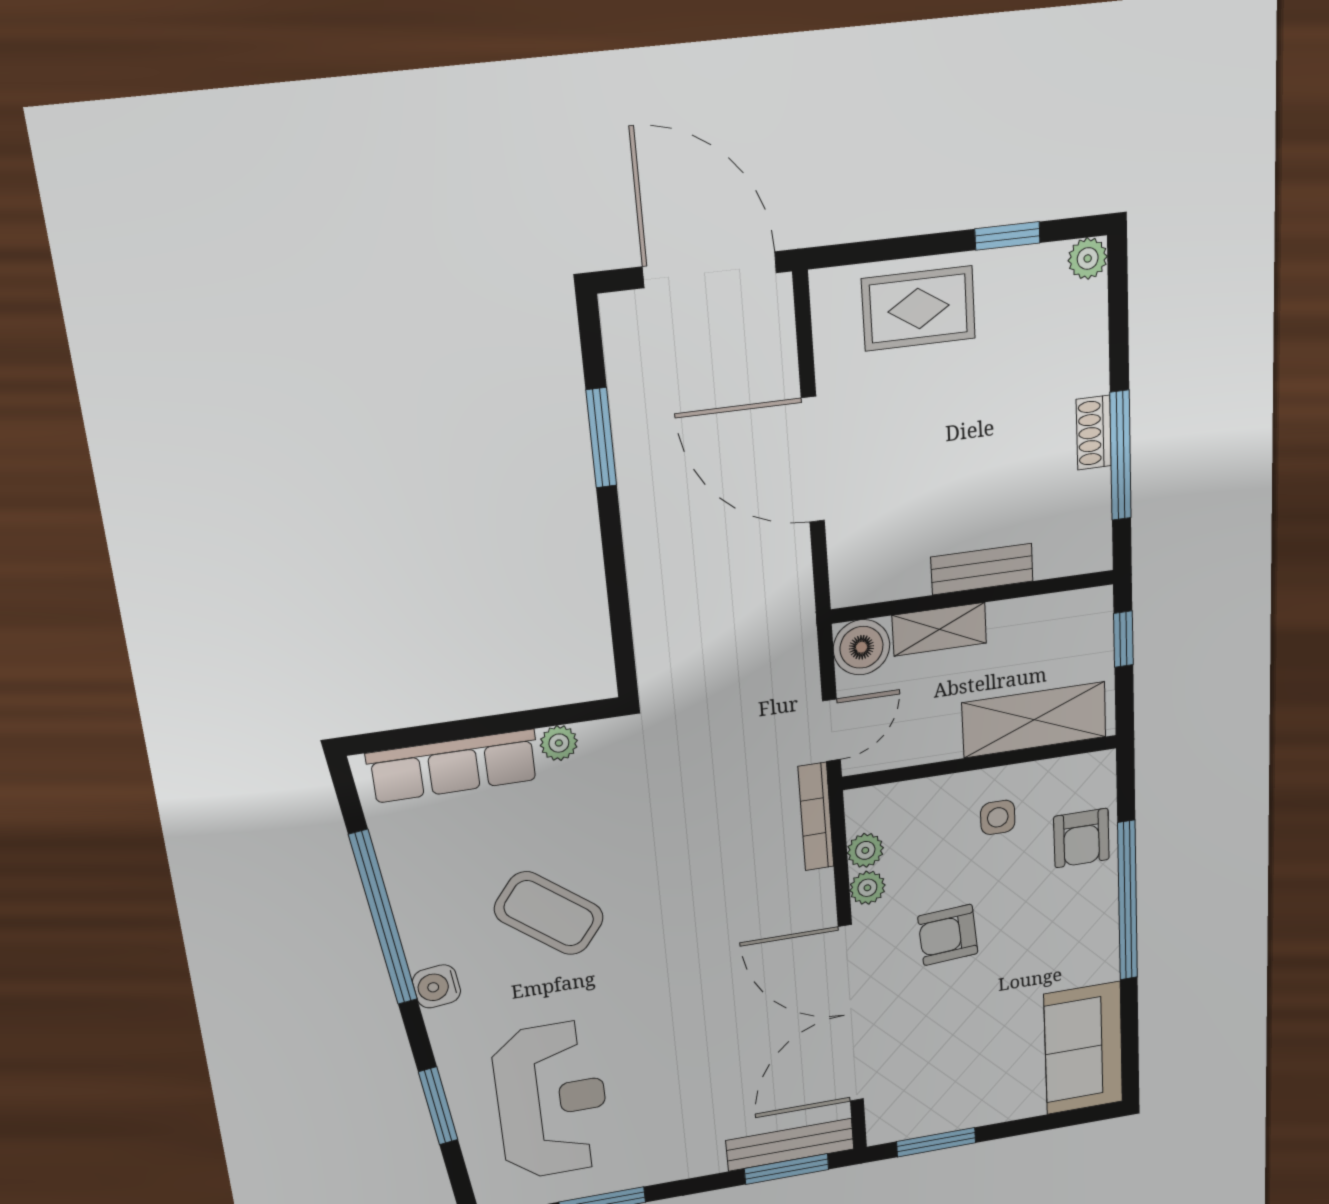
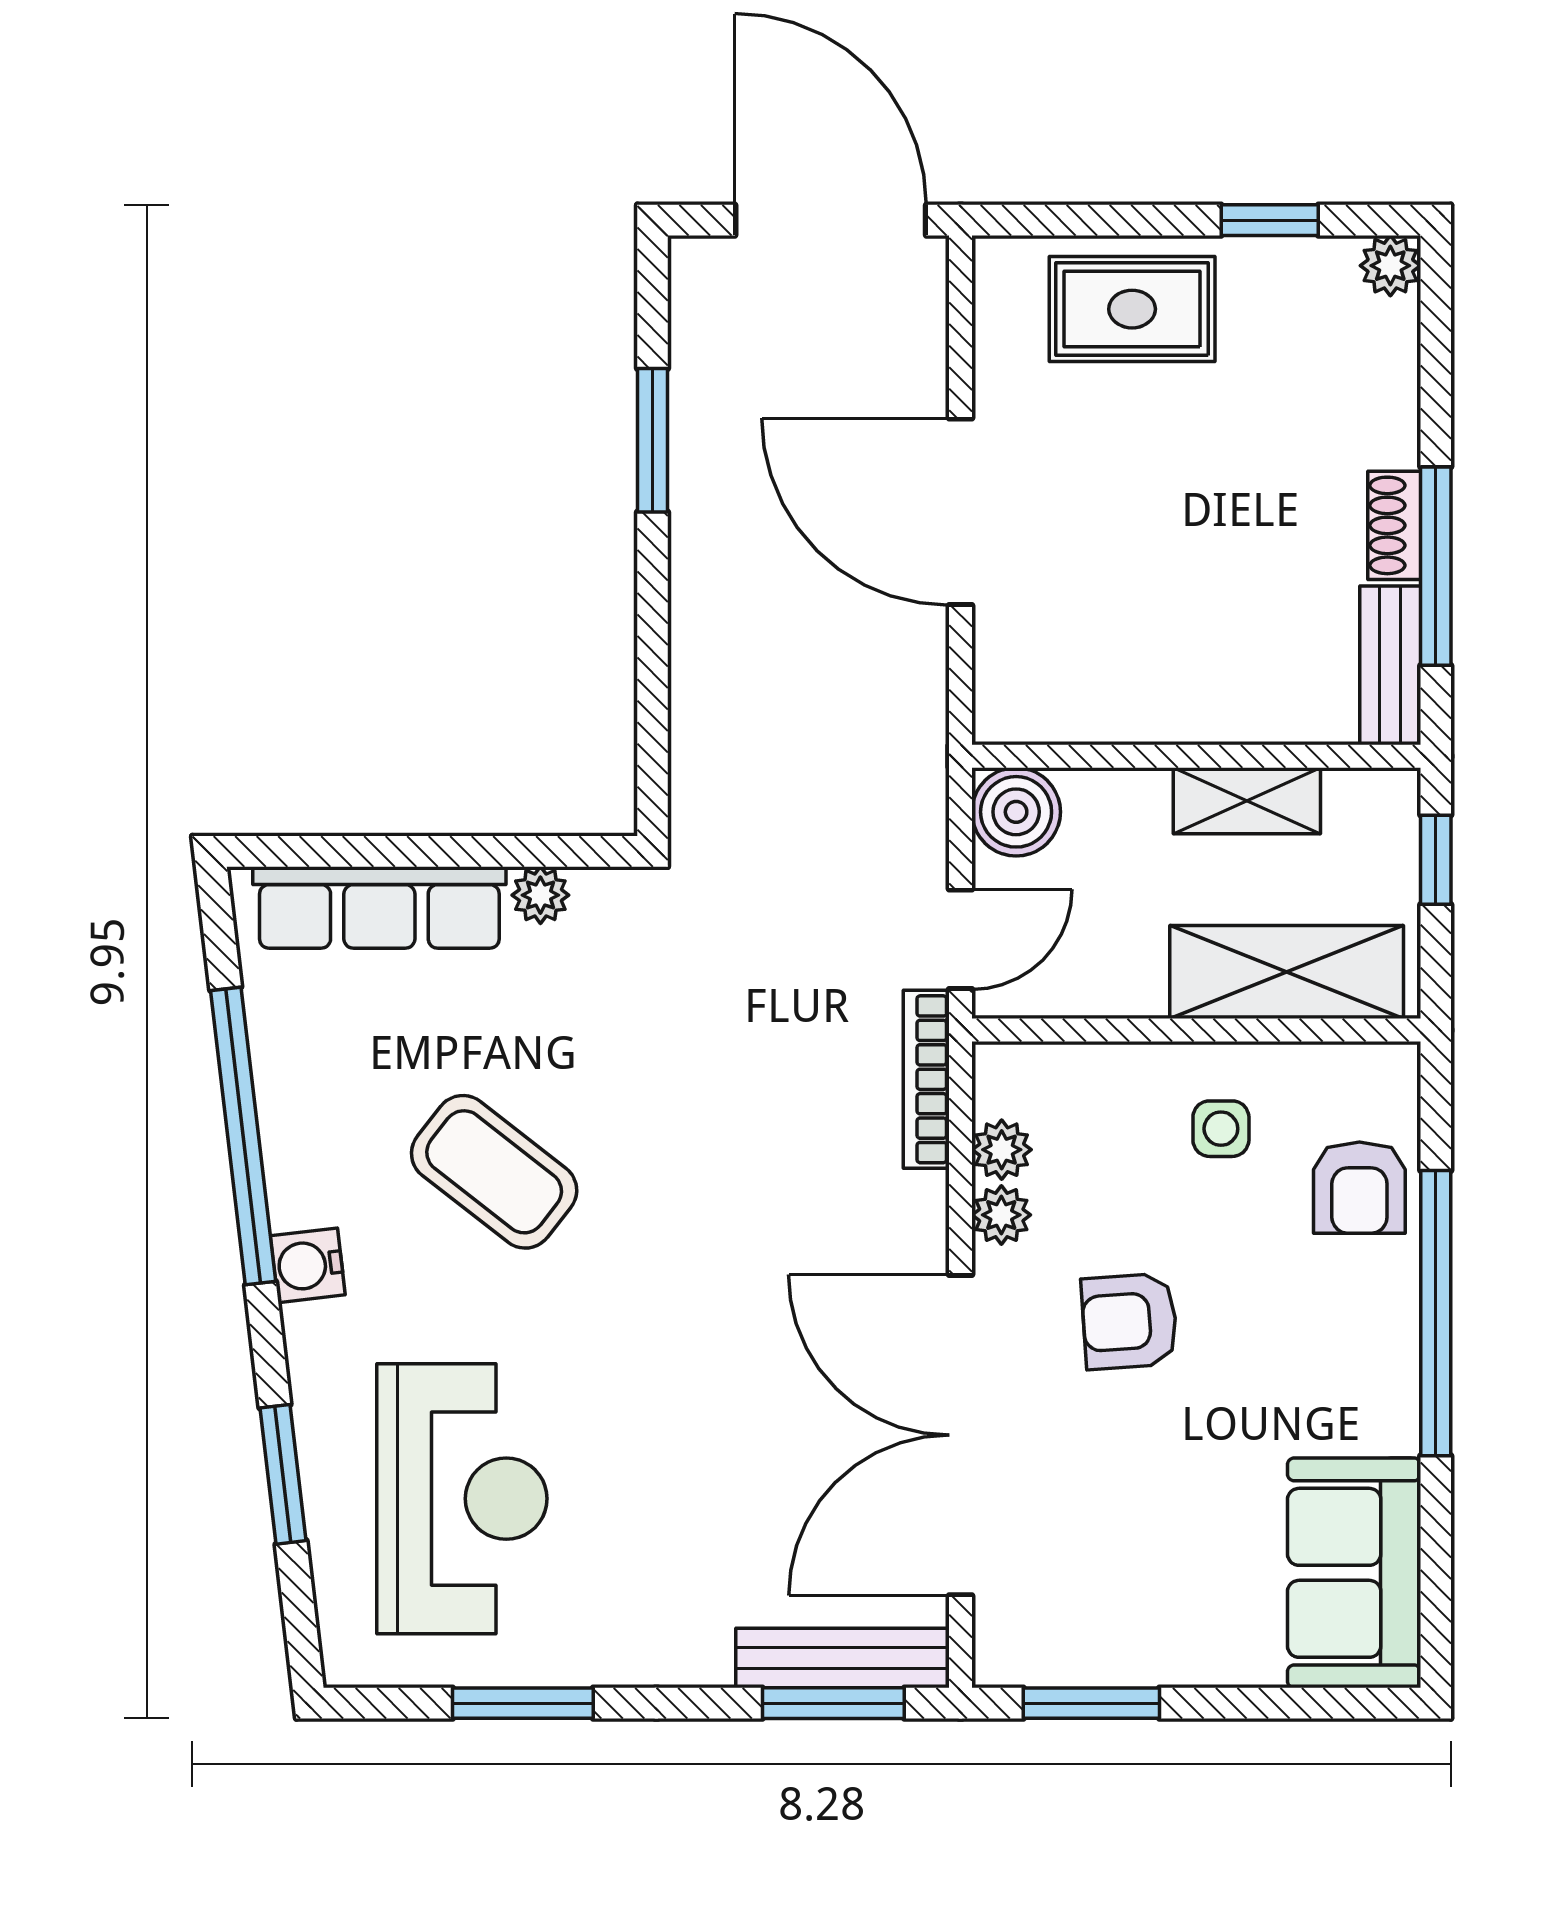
bench: (982, 569) -> (1390, 665), moved, turned 90
shelving: (939, 629) -> (1247, 801), moved

